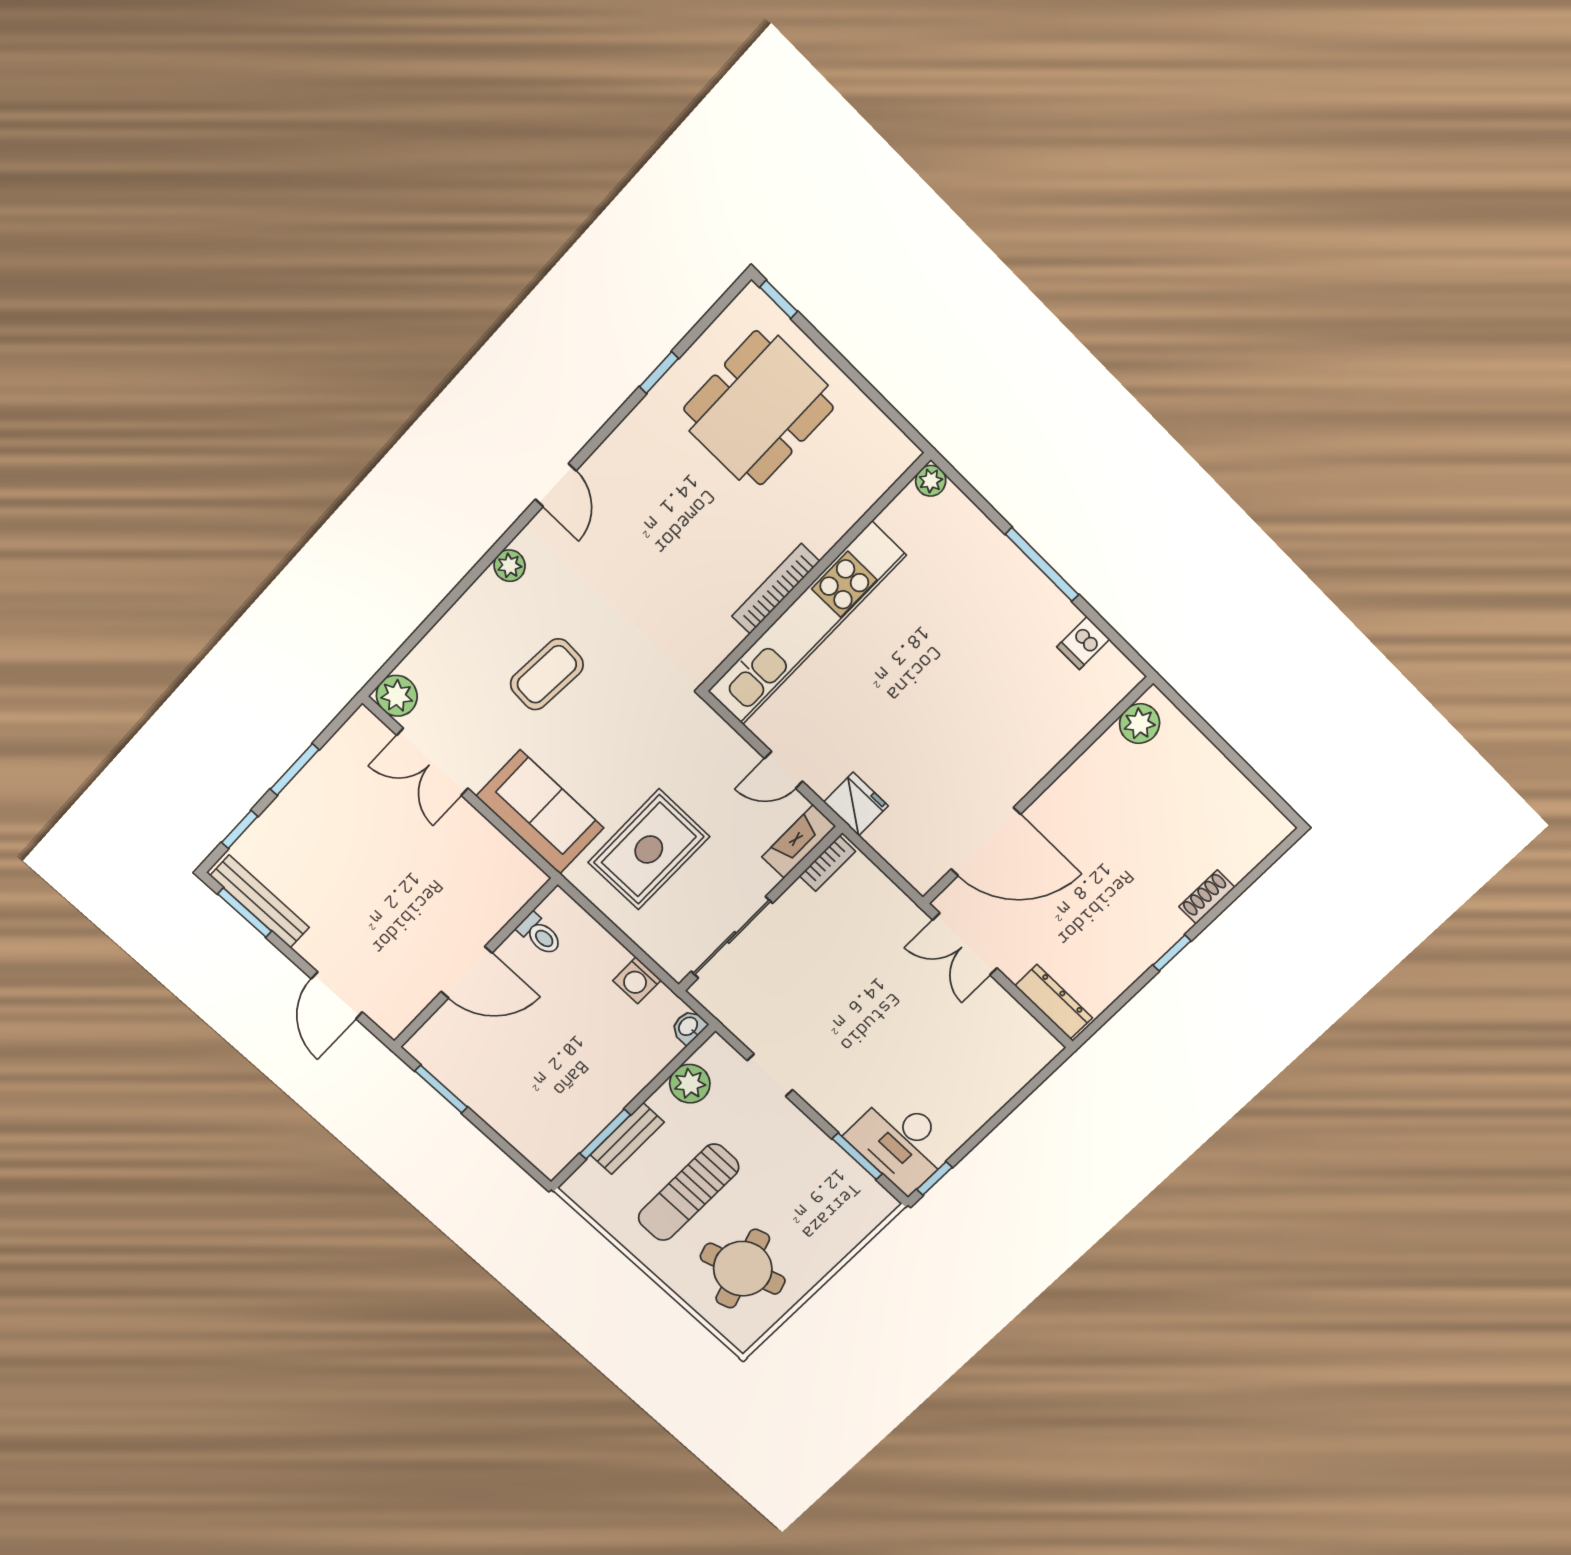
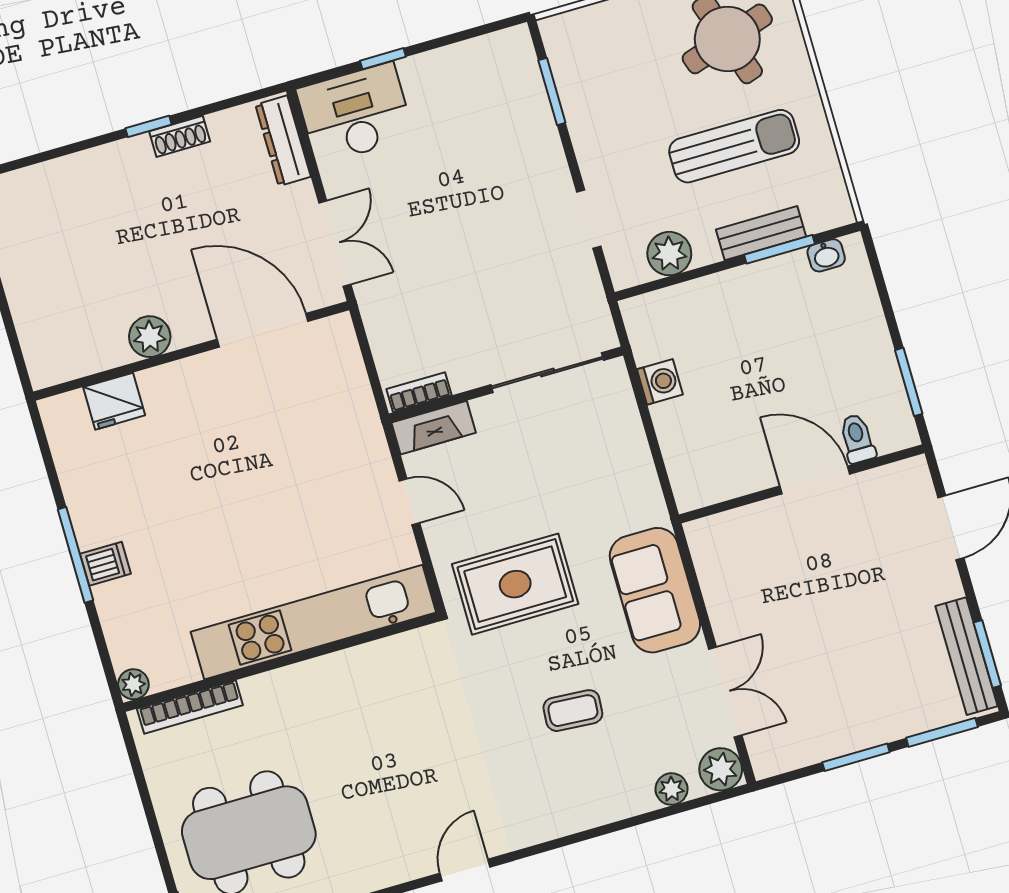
plant: (510, 566) -> (672, 789), moved
bookcase: (776, 589) -> (190, 707), moved
dishwasher: (1083, 643) -> (105, 564), moved
coffee table: (547, 674) -> (573, 711), width x0.73, depth x0.77
plant: (1140, 724) -> (150, 337), moved
fridge: (856, 804) -> (114, 401), moved, turned -90
window: (240, 829) -> (942, 732), width x1.50
rug: (649, 849) -> (515, 584), moved
shoe rack: (1207, 897) -> (180, 136), moved
toilet: (540, 934) -> (857, 439), moved
washbasin: (689, 1027) -> (826, 255), moved
desk: (901, 1142) -> (355, 113), moved, turned -90
window: (935, 1178) -> (383, 59), moved

